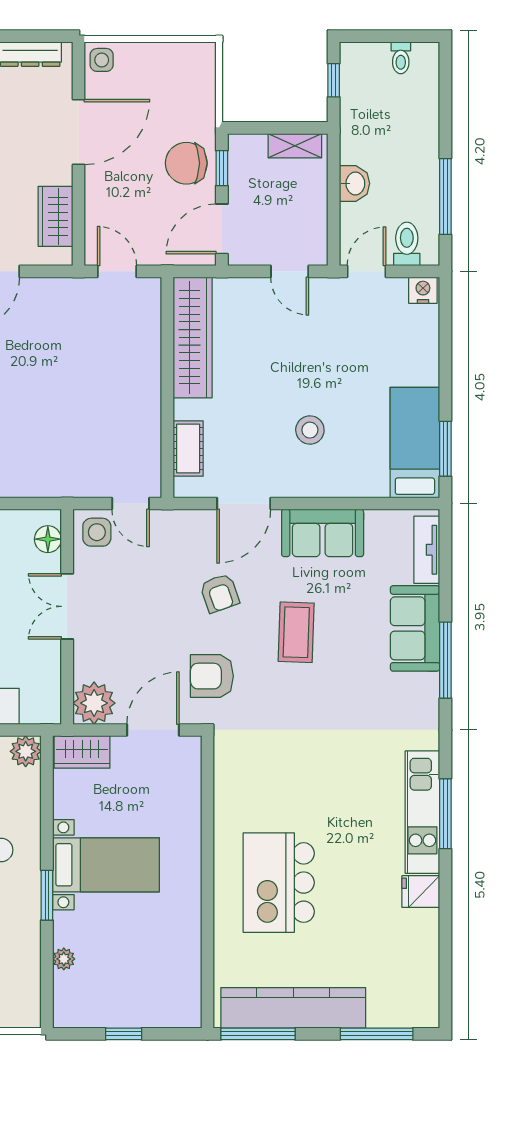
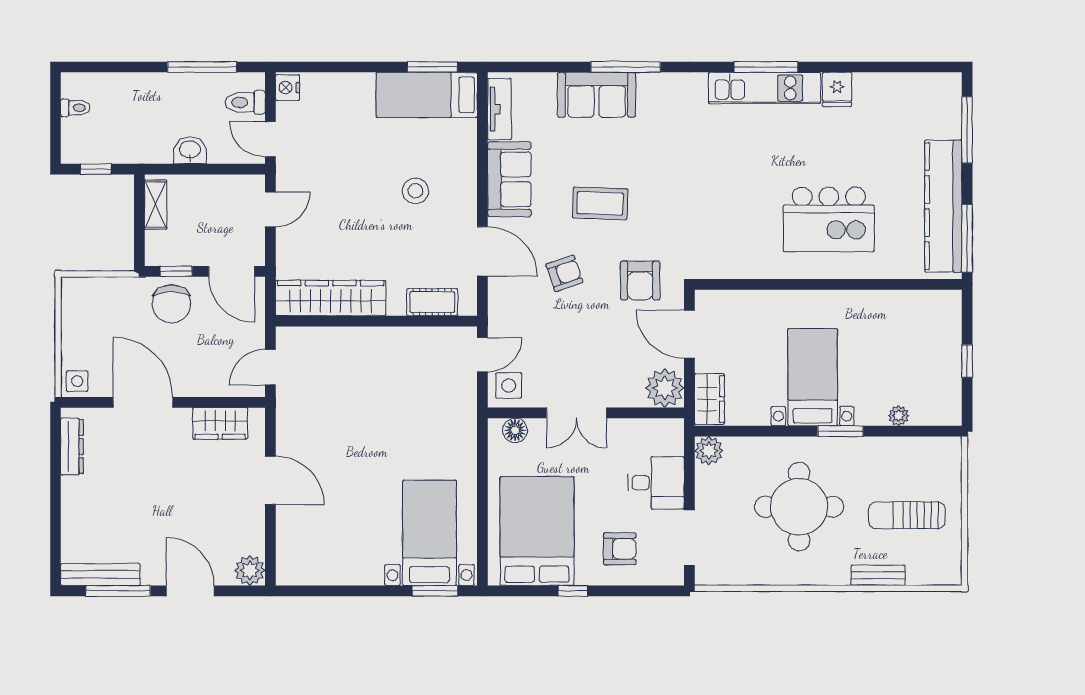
tv unit: (427, 550) -> (499, 109), moved, turned -90

